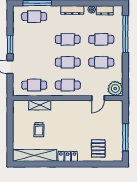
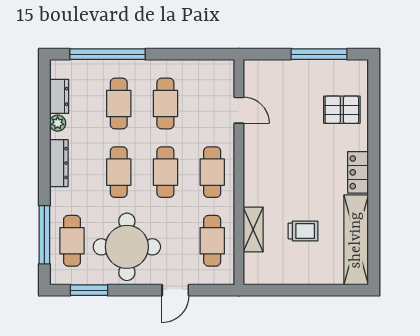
round table: (31, 43) -> (127, 247), added
window: (10, 45) -> (89, 290), moved
plant: (115, 89) -> (219, 75), removed

